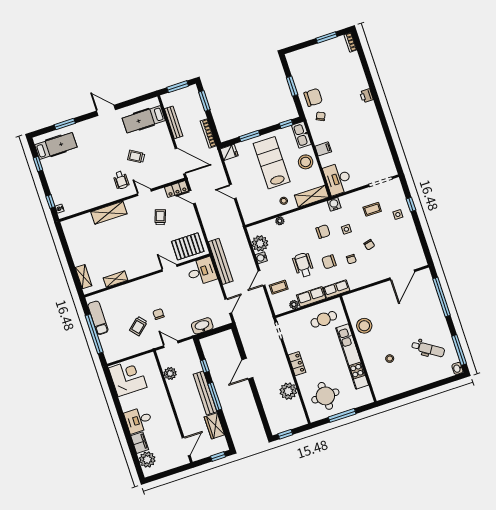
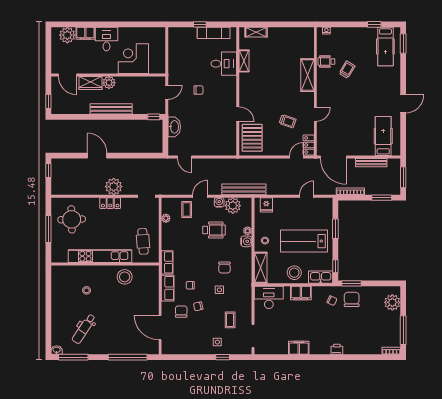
window: (326, 37) -> (403, 330), width x1.44
plant: (303, 57) -> (392, 302), added
window: (292, 86) -> (352, 283), moved
chair: (313, 97) -> (352, 299), turned 180
window: (65, 124) -> (403, 44), moved
filing cabinet: (377, 133) -> (299, 348), added
filing cabinet: (323, 149) -> (301, 293), width x2.00
fridge: (229, 152) -> (266, 205), moved
trolley: (136, 157) -> (347, 70), moved
door: (180, 161) -> (333, 157), hinge flipped
lab bench: (272, 163) -> (304, 241), turned 180
wheelchair: (121, 180) -> (326, 62), moved
door: (233, 191) -> (307, 196), moved
window: (50, 202) -> (336, 24), removed
water cooler: (334, 204) -> (246, 241), moved
bench: (221, 261) -> (244, 189), moved
chair: (329, 262) -> (181, 312), moved
wheelchair: (303, 265) -> (214, 230), moved
door: (170, 268) -> (238, 114), hinge flipped
desk: (202, 271) -> (224, 64), moved, turned -90
door: (261, 278) -> (200, 196), hinge flipped
row of seats: (311, 297) -> (168, 288), moved
trolley: (138, 326) -> (194, 68), removed
window: (94, 334) -> (200, 24), width x0.32
window: (205, 366) -> (154, 117), moved
door: (247, 369) -> (97, 156), moved
plant: (170, 373) -> (109, 83), moved
corner desk: (128, 378) -> (133, 59), moved, turned 180
plant: (288, 391) -> (114, 187), moved
window: (215, 396) -> (105, 117), removed
wardrobe: (214, 426) -> (90, 83), moved, turned 180

